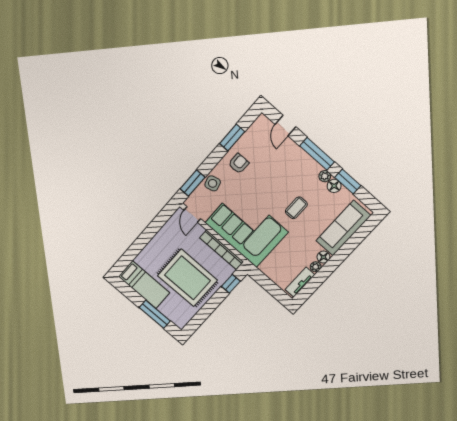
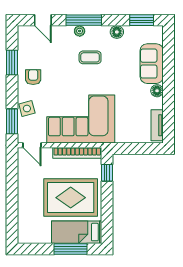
plant: (325, 176) -> (80, 31), moved
window: (348, 181) -> (142, 20), moved
coffee table: (296, 208) -> (90, 57), moved, turned 90
sofa: (343, 228) -> (152, 64), width x0.73
plant: (316, 267) -> (158, 103), removed
bed: (144, 285) -> (77, 232), moved, turned 180

